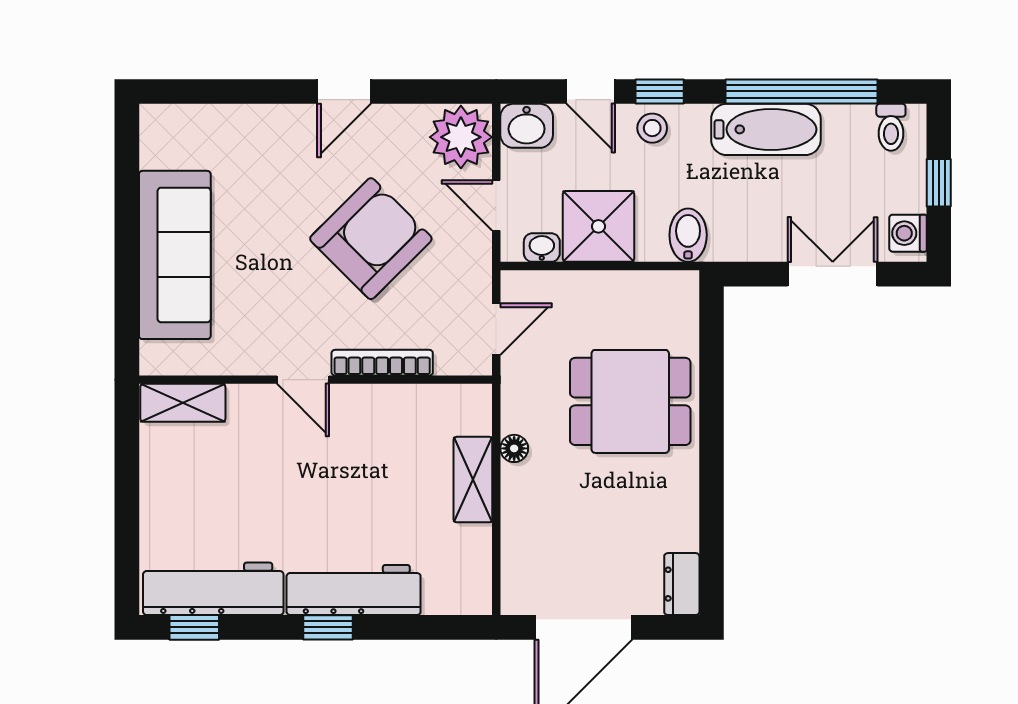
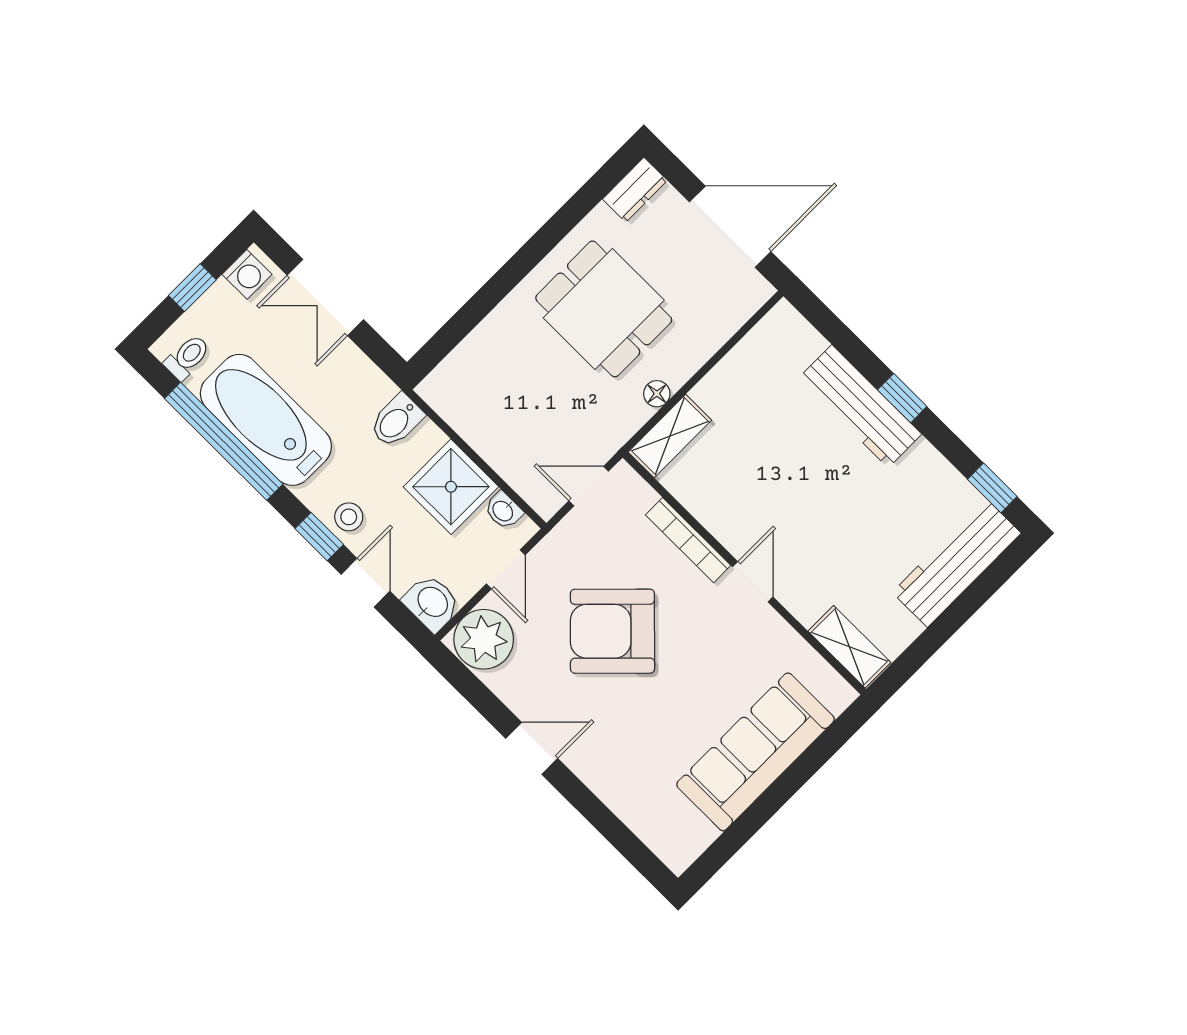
bathtub: (766, 129) -> (266, 420), width x1.36, depth x1.36
dining table: (630, 401) -> (604, 309), moved
shelving: (473, 480) -> (670, 436), moved
workbench: (213, 589) -> (957, 563), moved, turned 90

